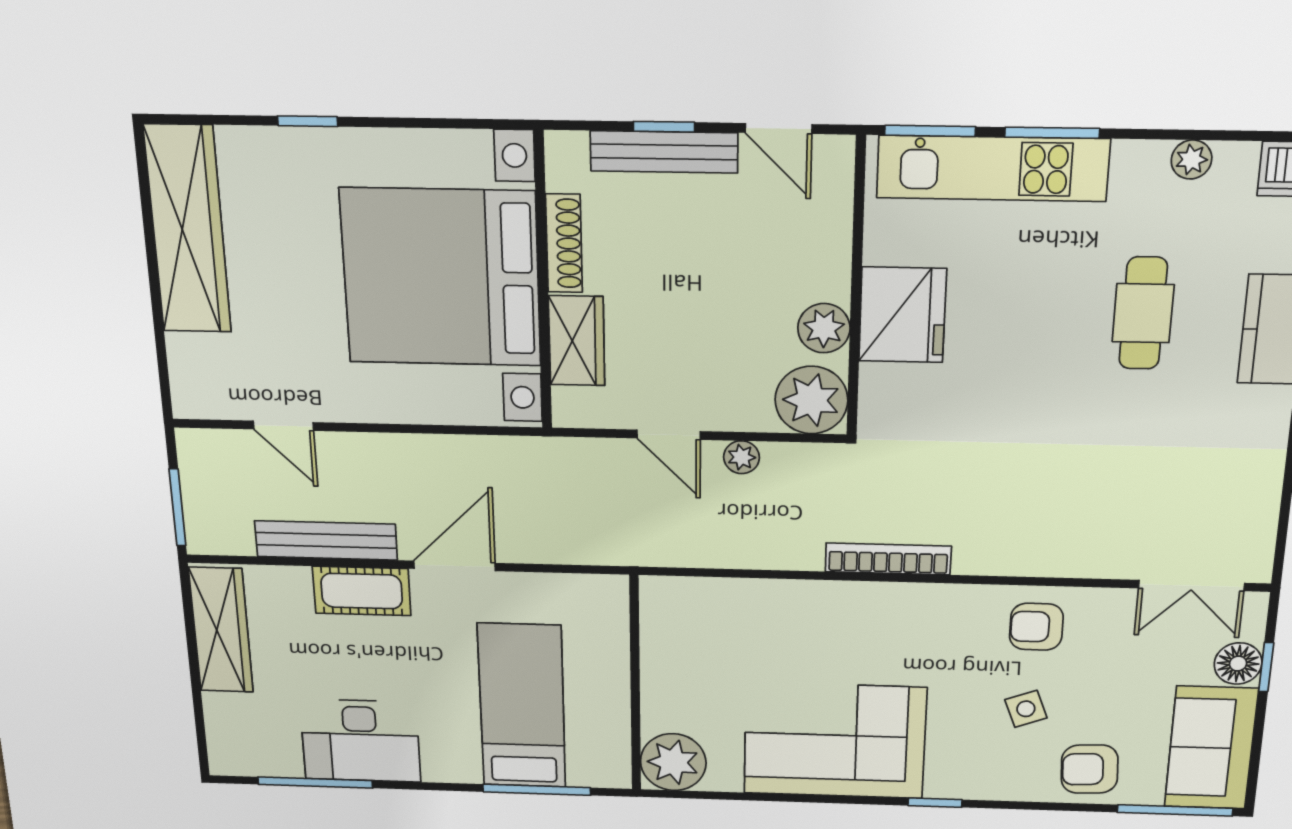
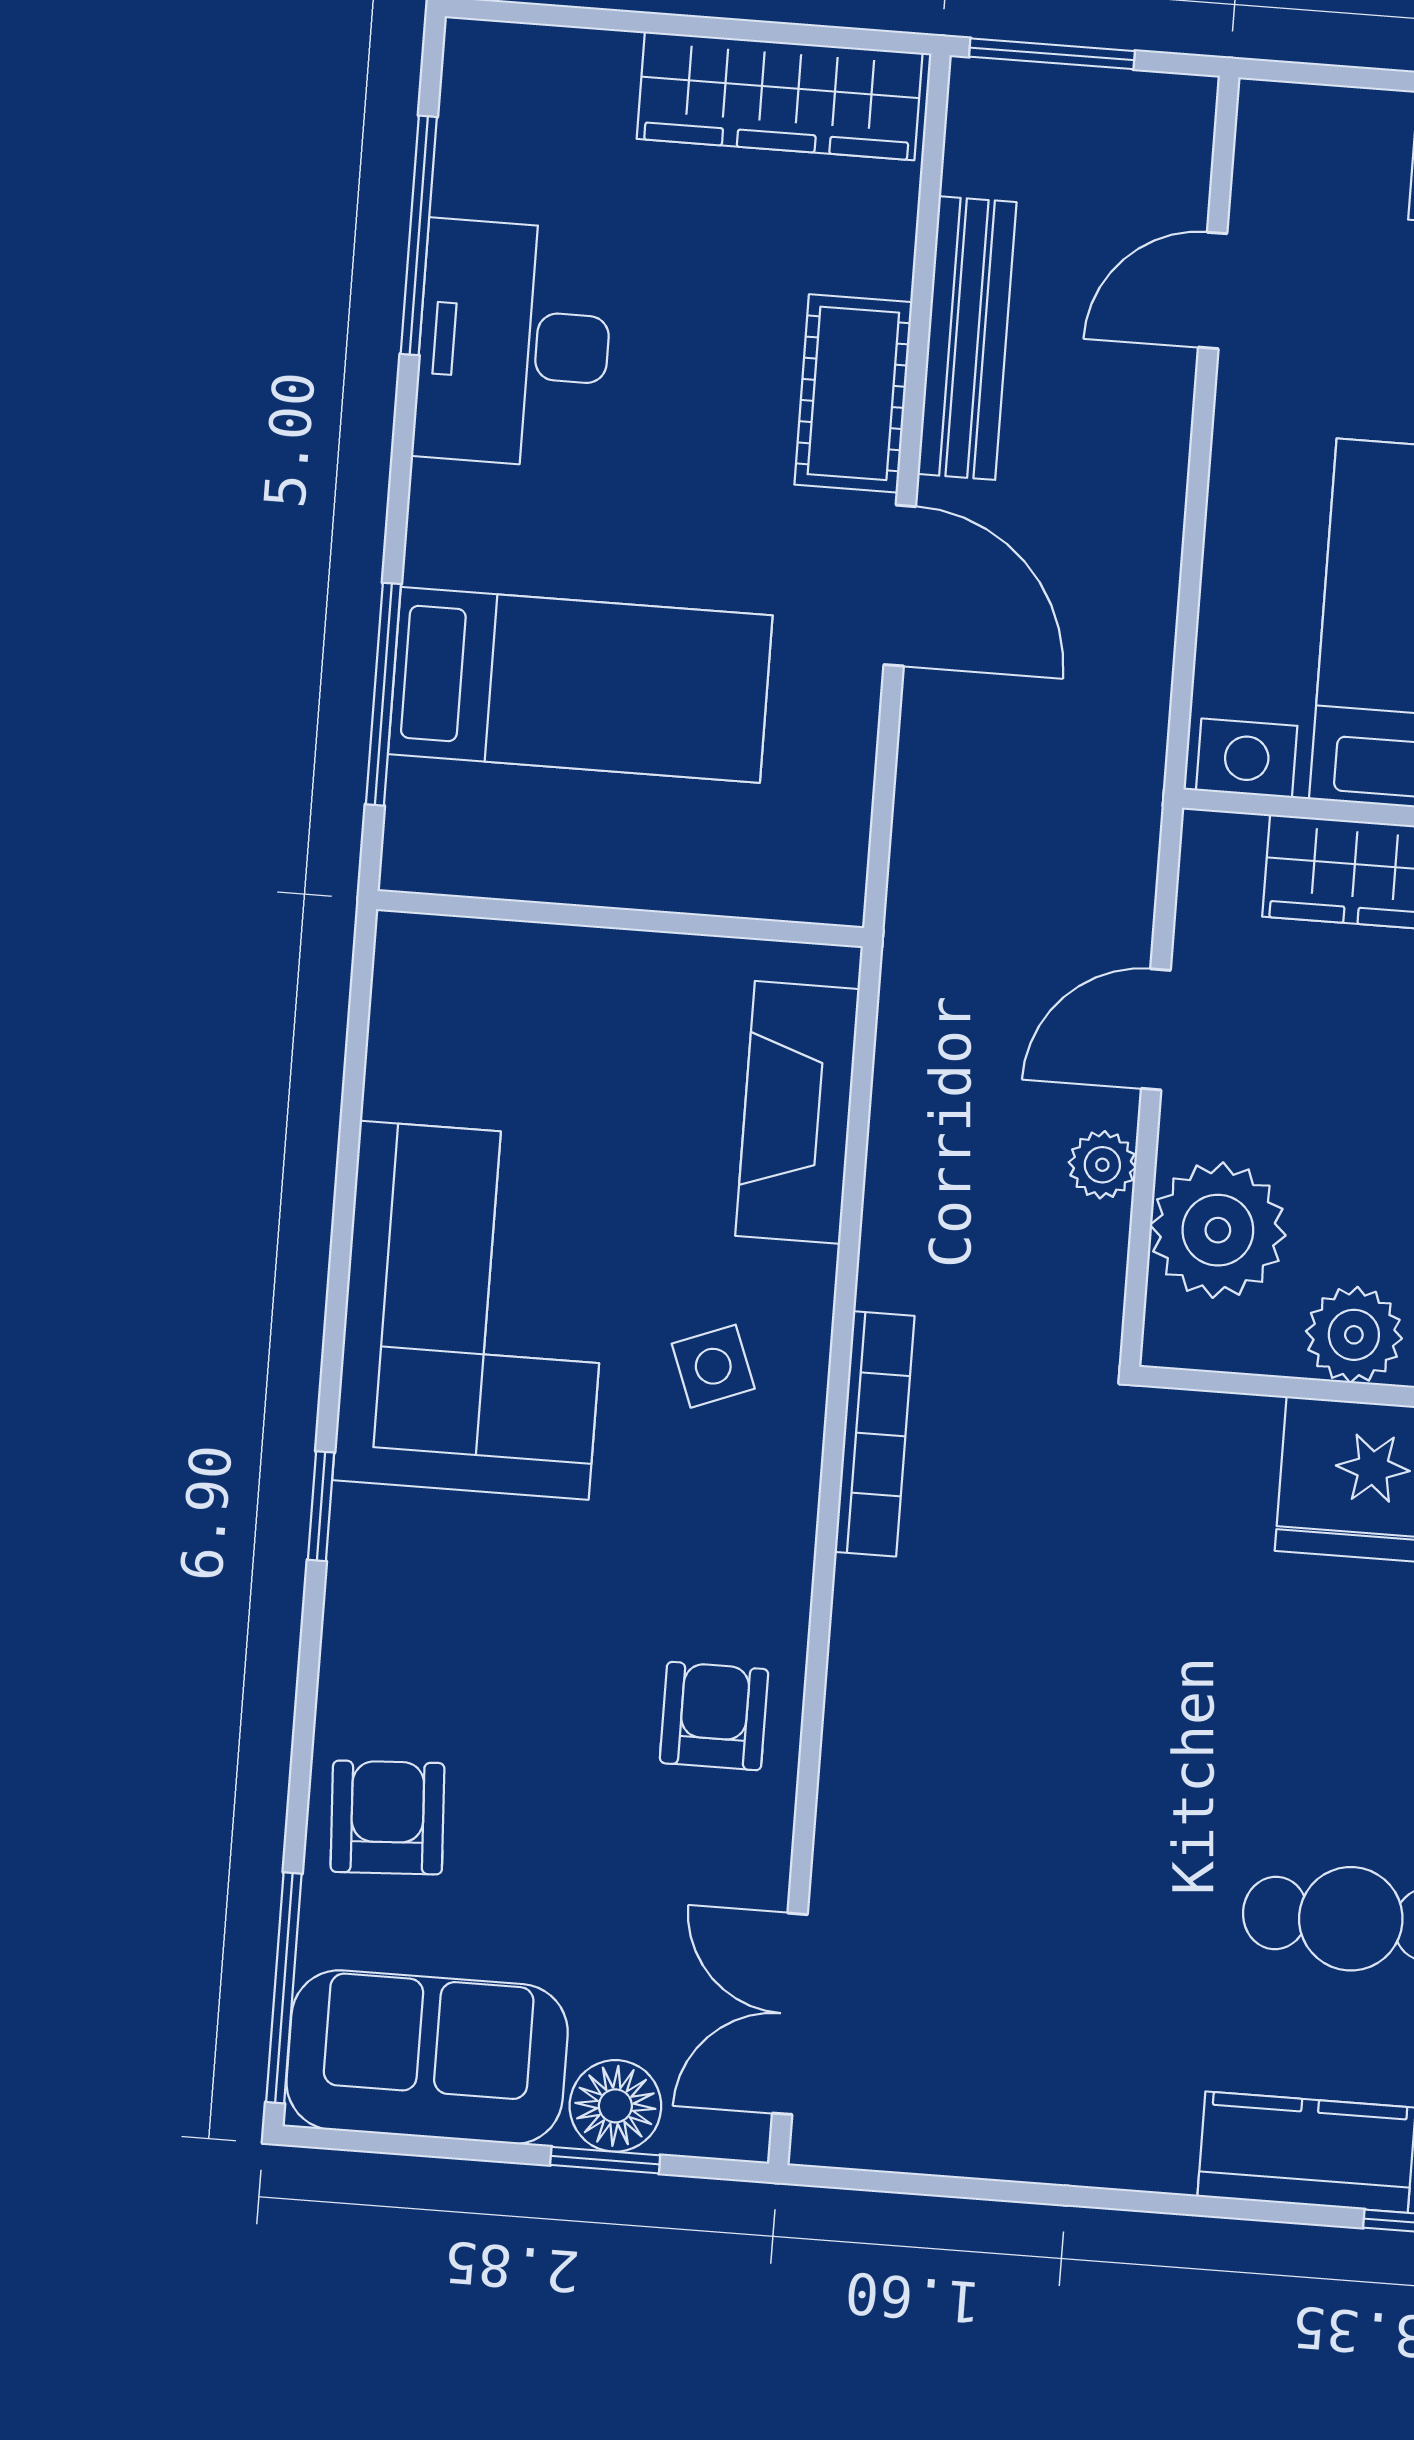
plant: (811, 400) -> (1218, 1230), moved
fireplace: (725, 601) -> (797, 1112), added
side table: (1026, 709) -> (713, 1366), moved
plant: (673, 762) -> (437, 981), removed

